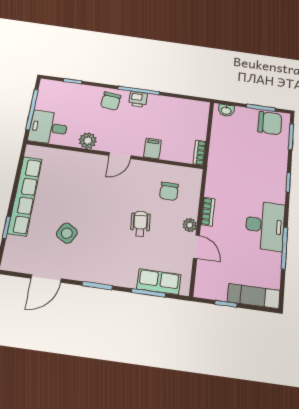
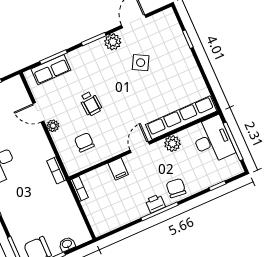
washbasin: (226, 110) -> (67, 244), moved
desk: (48, 128) -> (212, 140), width x1.37
row of seats: (25, 196) -> (181, 118), moved, turned 90
bookcase: (208, 212) -> (56, 170), moved
plant: (80, 271) -> (113, 42), added

